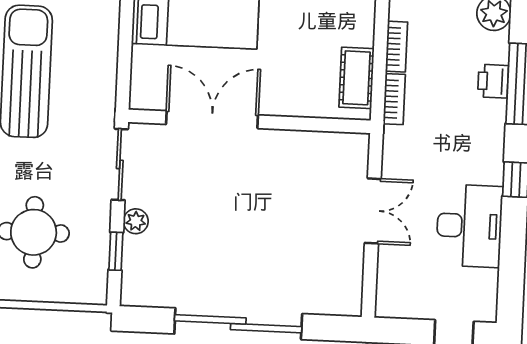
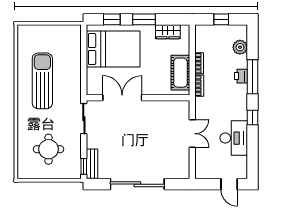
cot: (356, 78) -> (180, 73), width x1.37, depth x1.34
plant: (136, 221) -> (92, 143), removed
window: (116, 251) -> (84, 166), moved
bench: (134, 271) -> (92, 164), added

